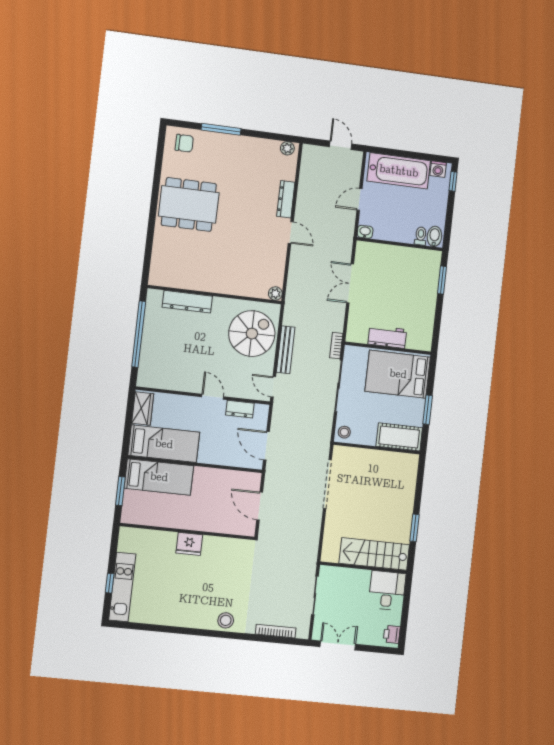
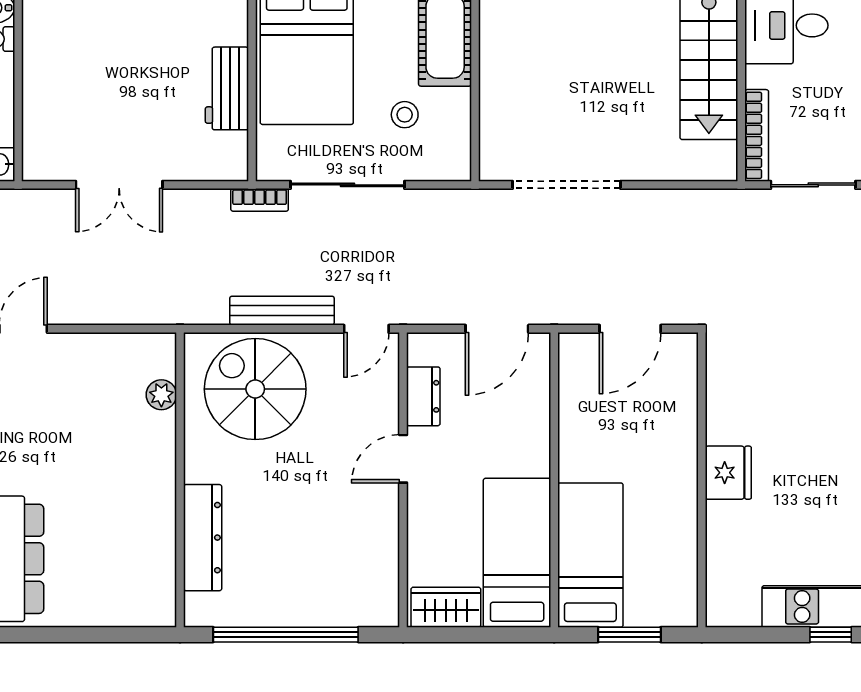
plant: (275, 294) -> (161, 395), moved
stool: (344, 432) -> (405, 115), moved
bookcase: (340, 572) -> (757, 135), added

